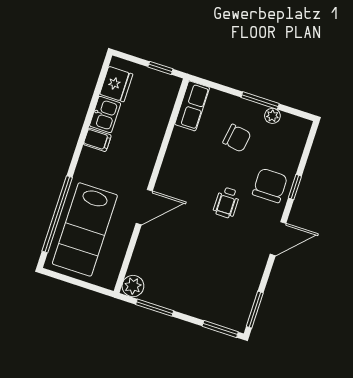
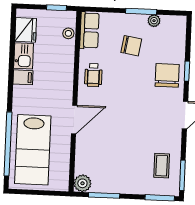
stool: (166, 103) -> (68, 33), added
wheelchair: (227, 202) -> (93, 75), moved
coffee table: (233, 291) -> (162, 166), added

